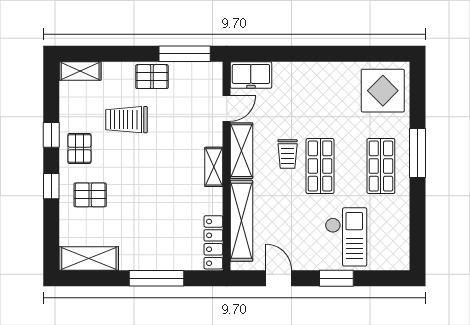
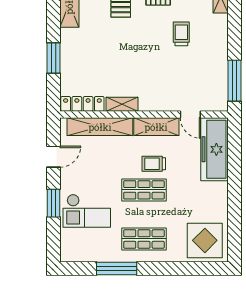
freezer: (251, 75) -> (215, 149), width x1.91, depth x1.26
pallet: (152, 77) -> (216, 54), removed
trolley: (126, 120) -> (181, 34), width x0.73, depth x0.72
window: (417, 153) -> (117, 268), moved
shelving: (214, 167) -> (122, 104), moved
window: (157, 278) -> (53, 58), width x0.69

